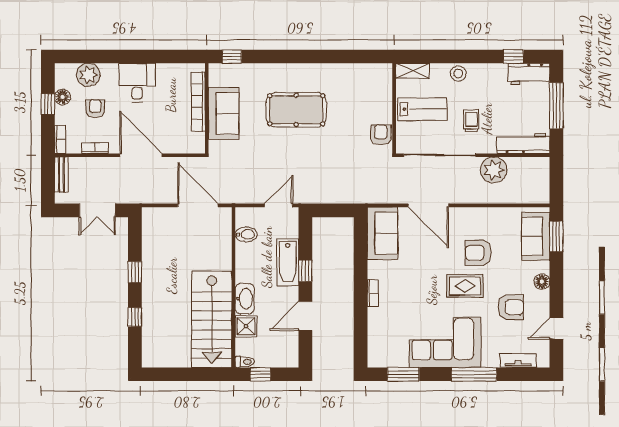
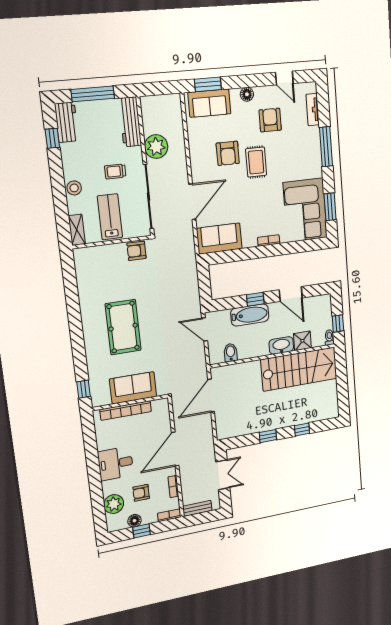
corner sofa: (445, 342) -> (305, 210), moved

